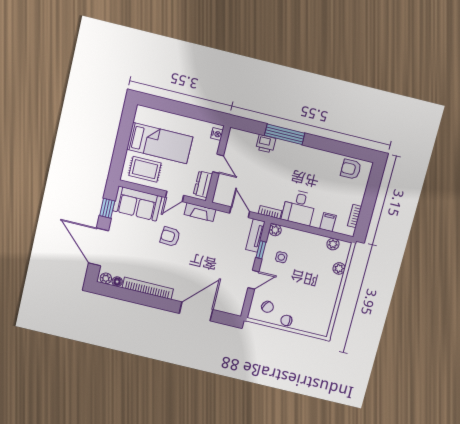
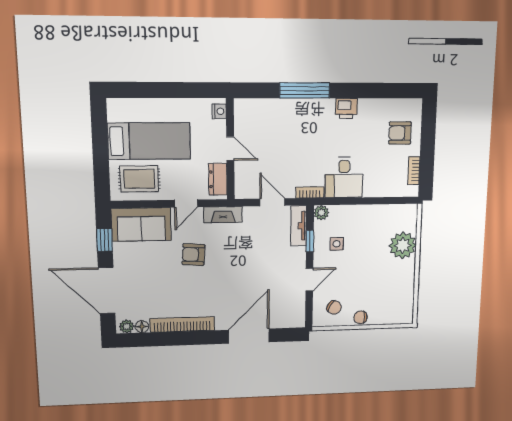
printer: (266, 144) -> (346, 108), moved
armchair: (351, 169) -> (400, 133), moved
filing cabinet: (328, 222) -> (383, 186), removed
plant: (333, 244) -> (395, 212), removed
plant: (339, 268) -> (403, 245), width x1.88, depth x1.88

